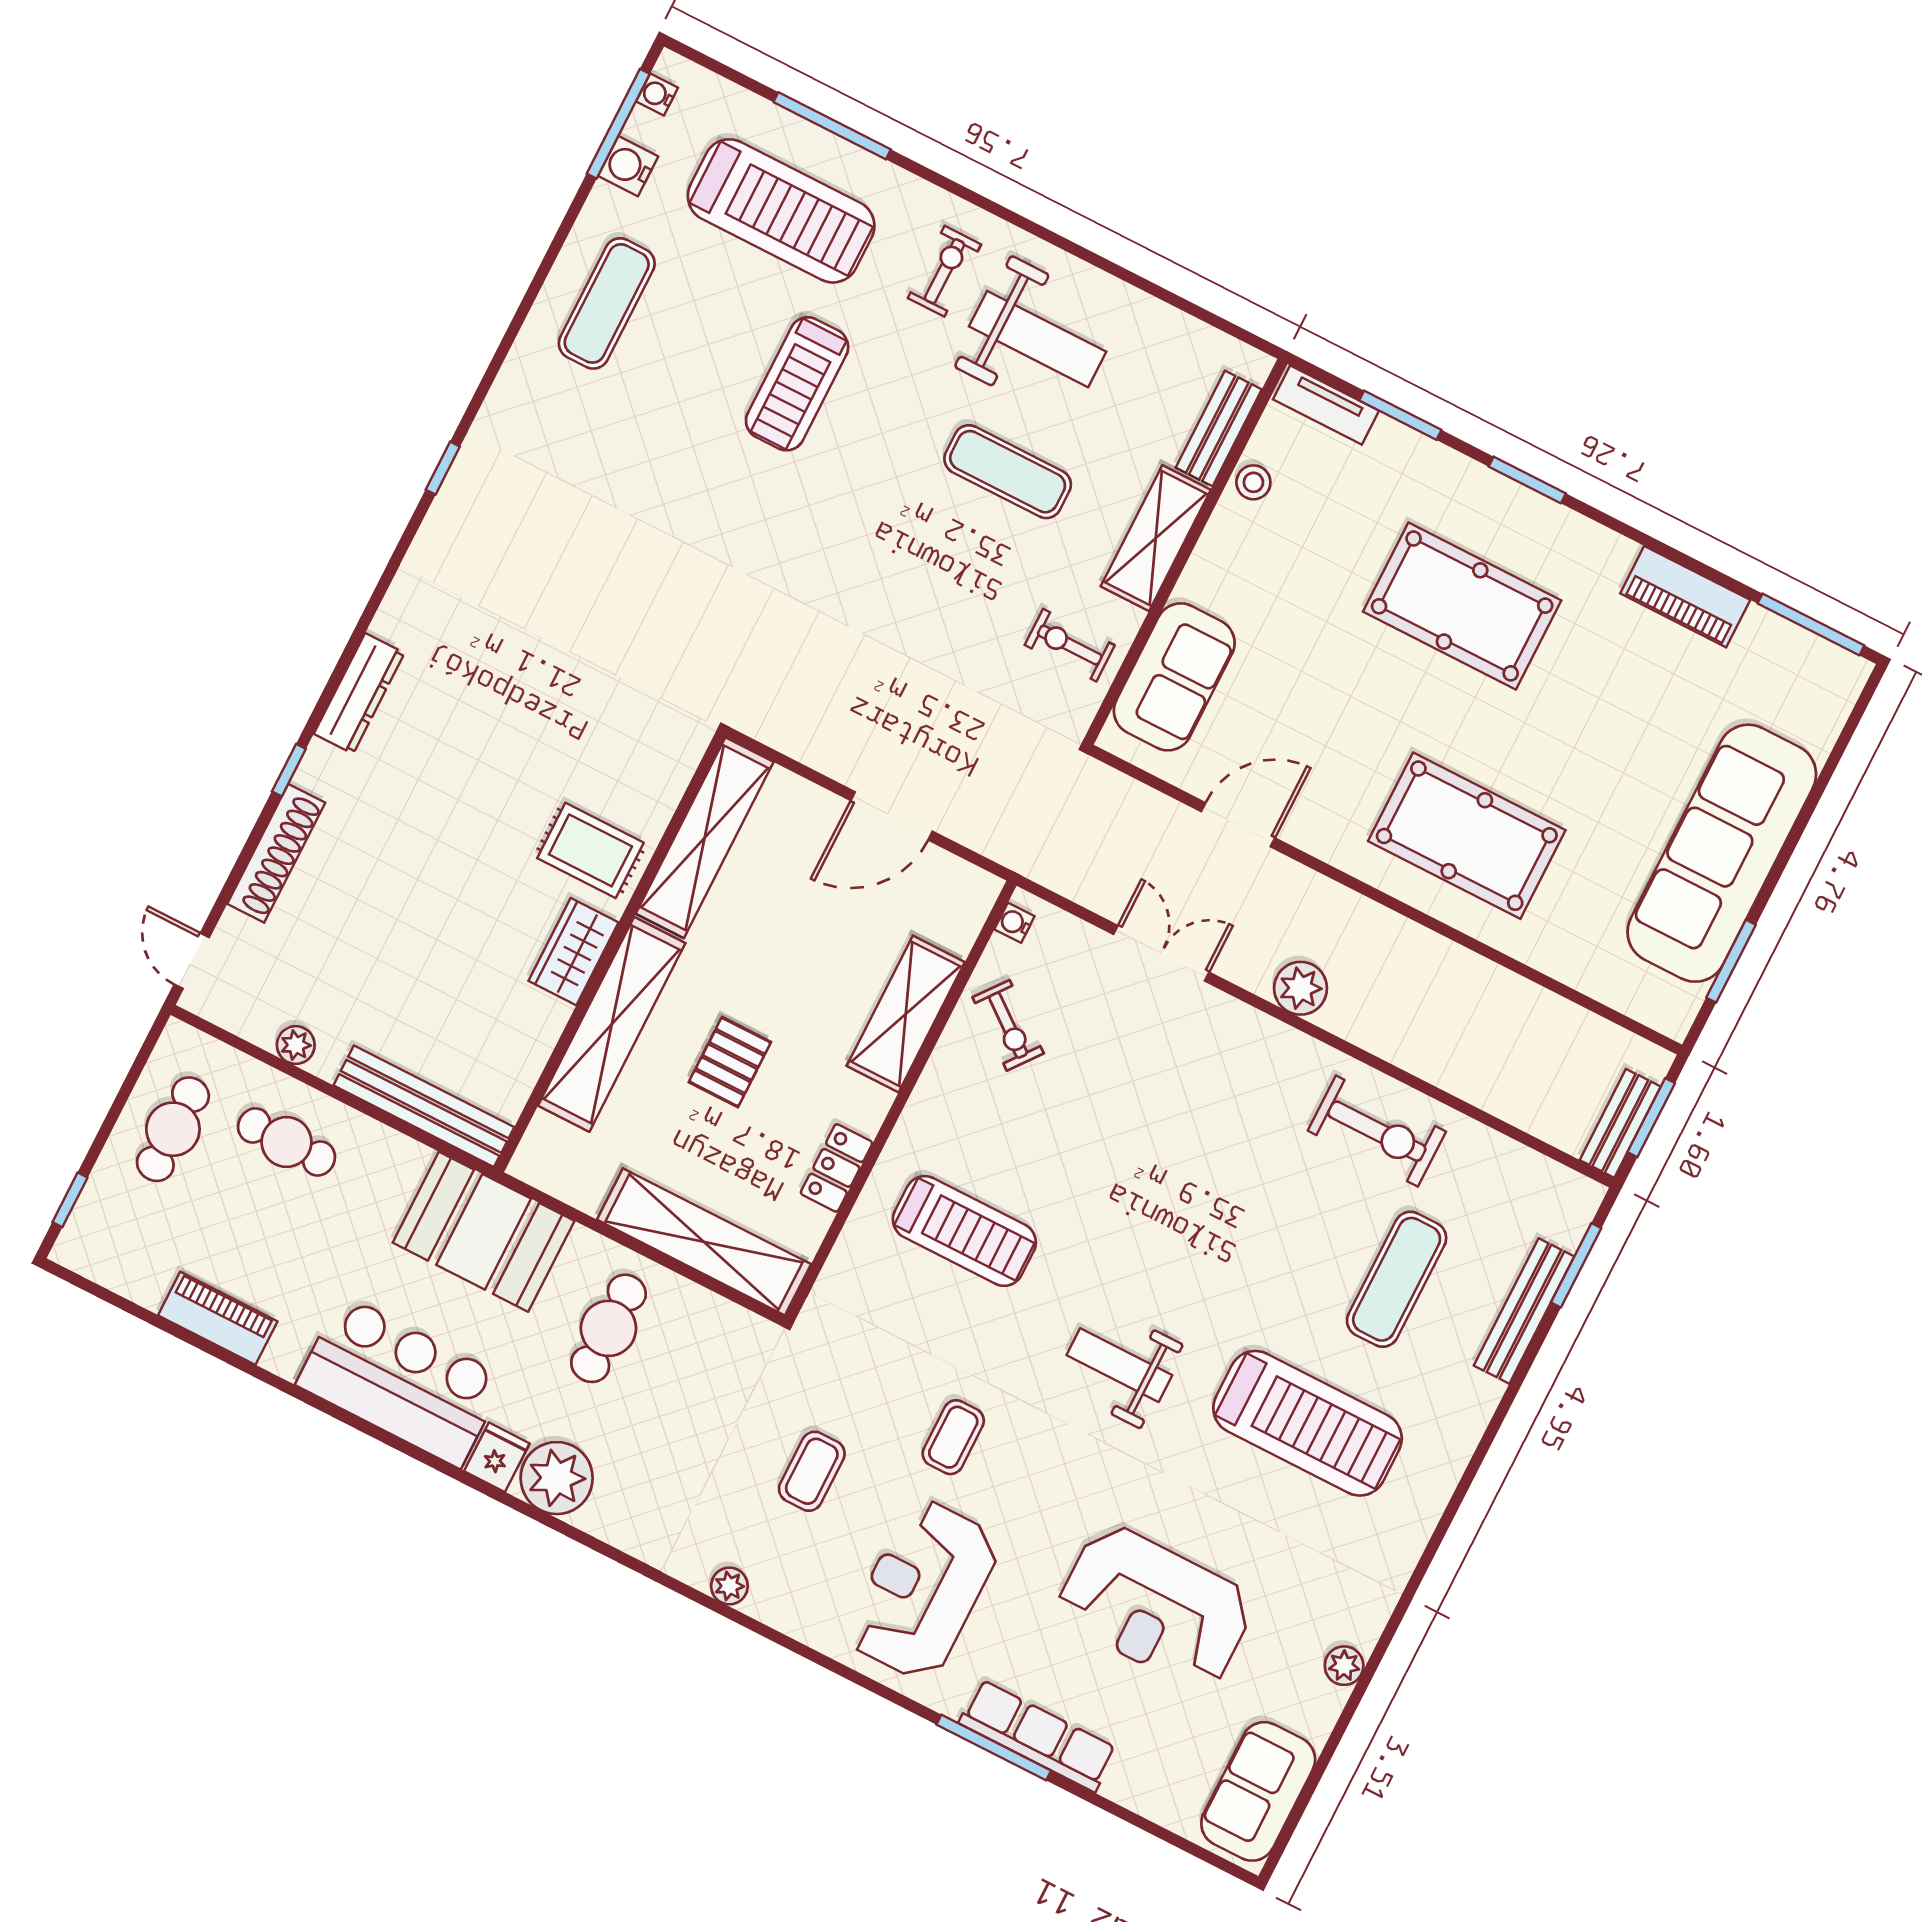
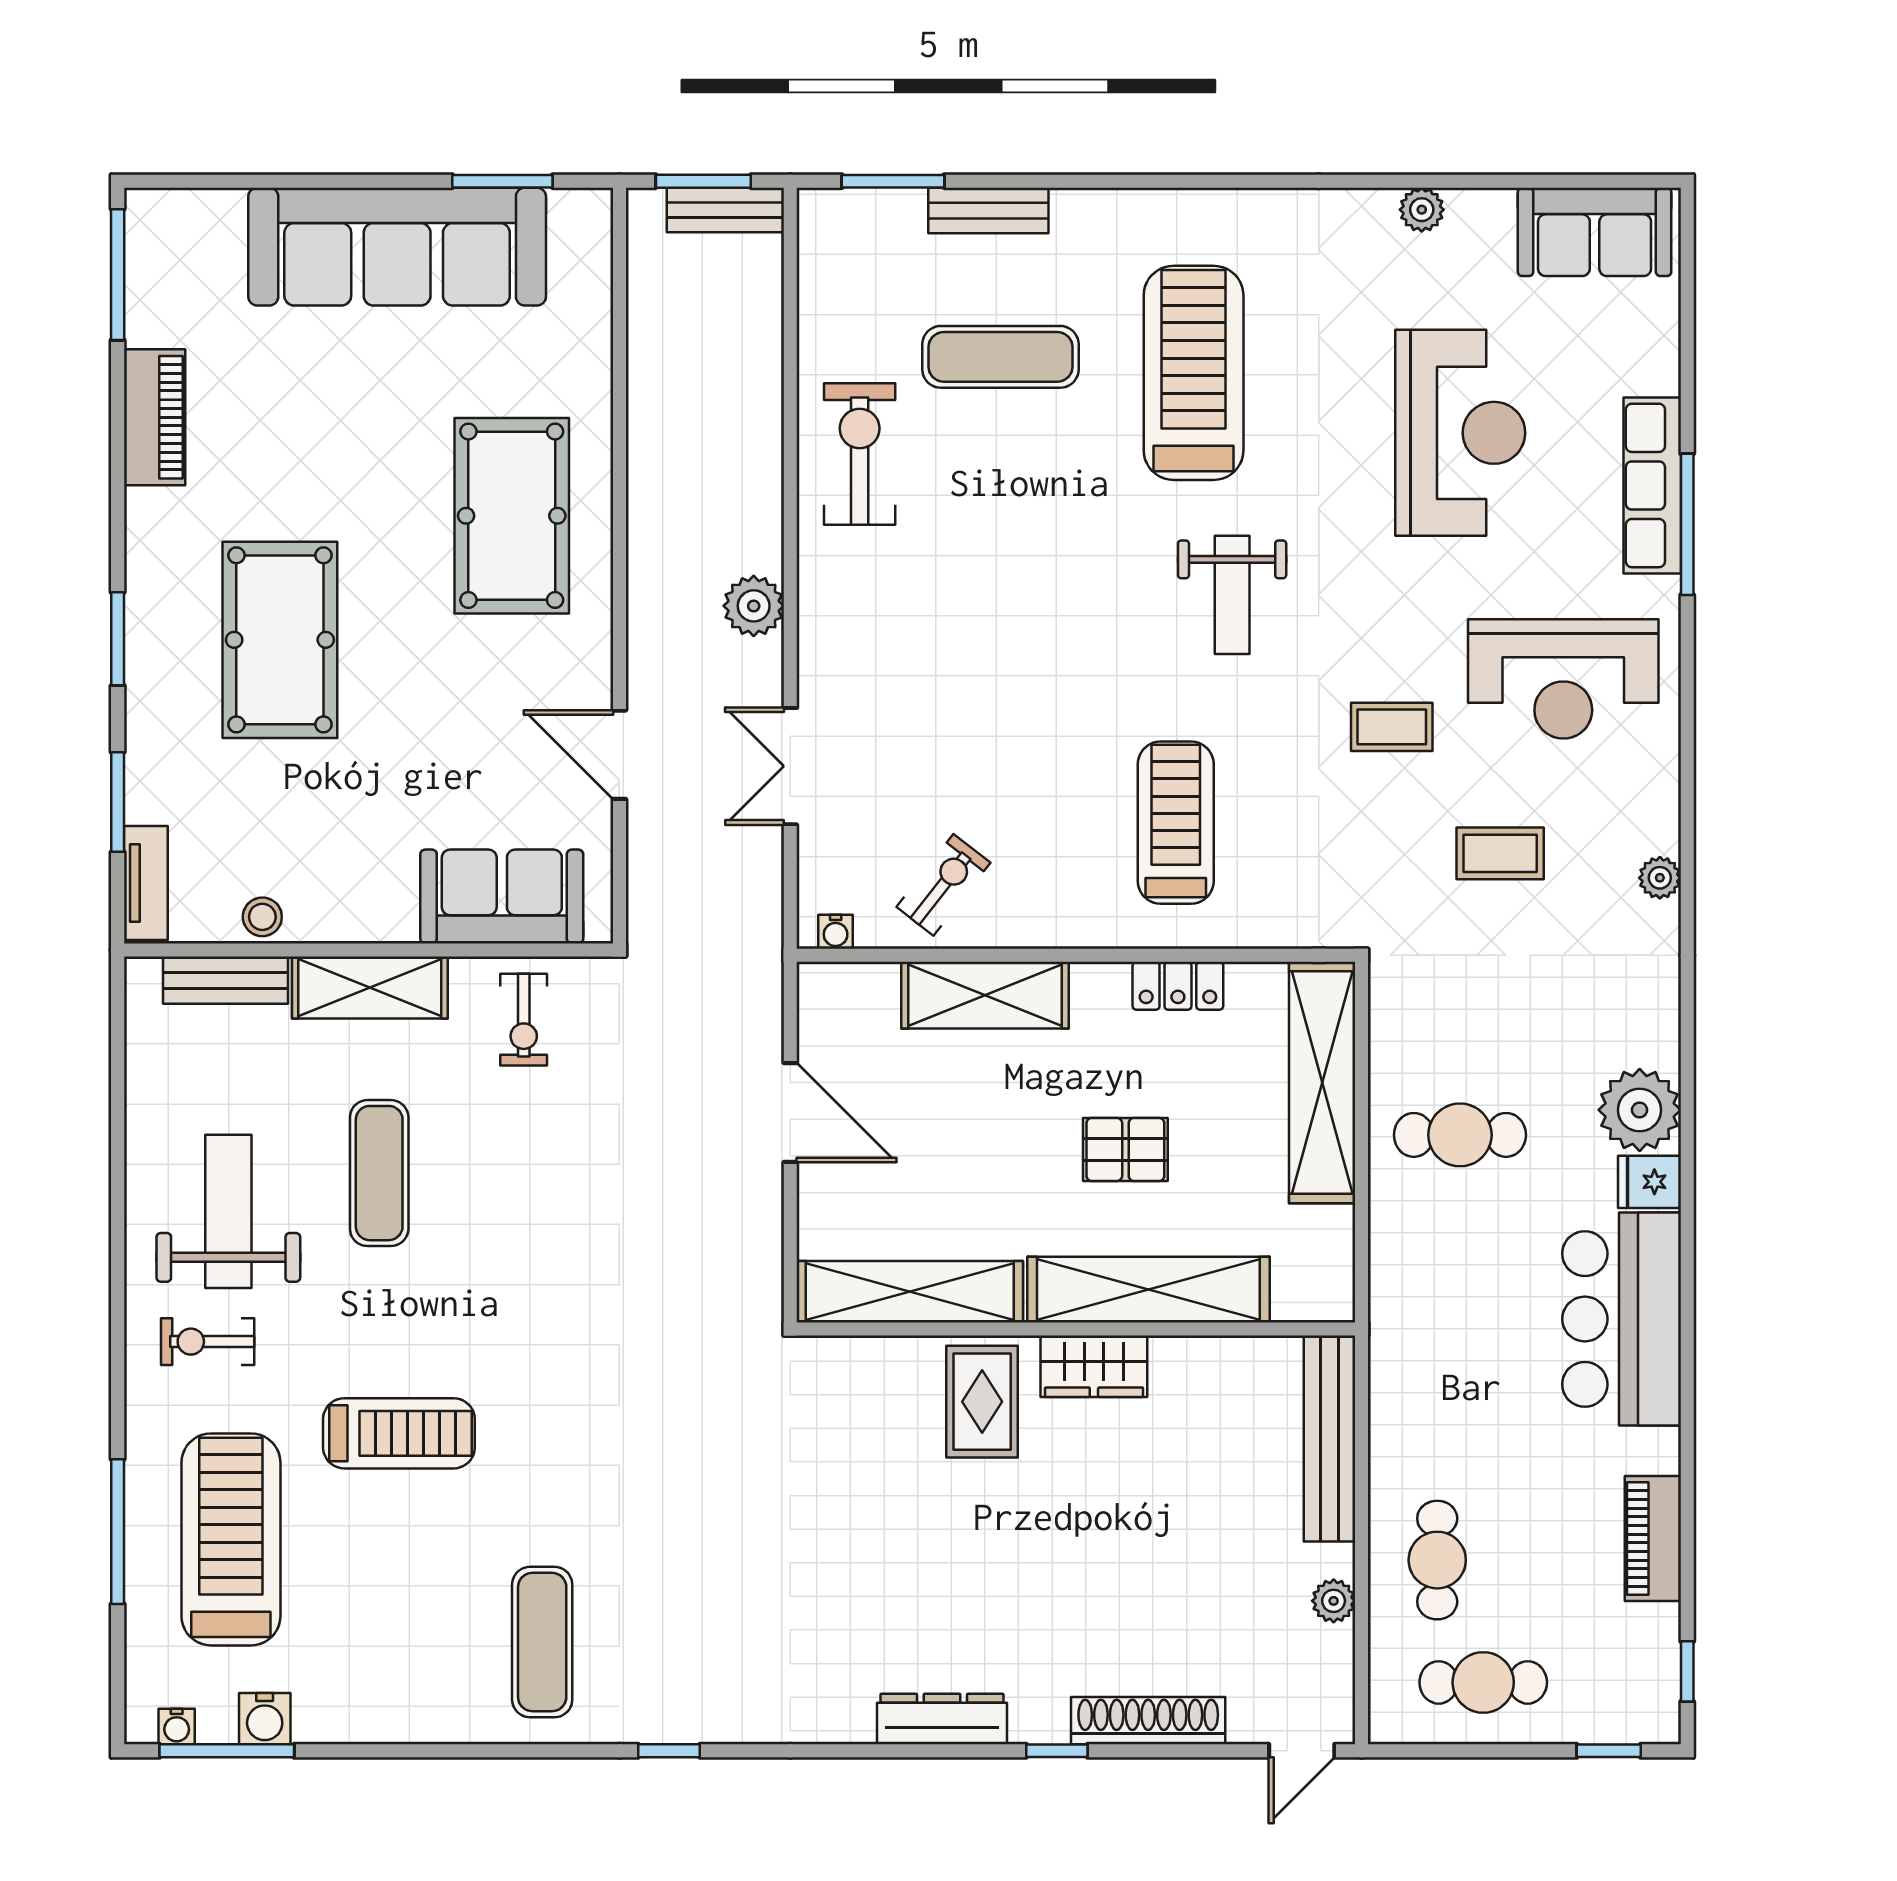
exercise mat: (607, 303) -> (542, 1642), moved, turned 90
booth: (484, 1232) -> (1426, 1312), removed
window: (101, 1292) -> (1687, 1671), added
bench: (1524, 1311) -> (988, 210), width x0.73

